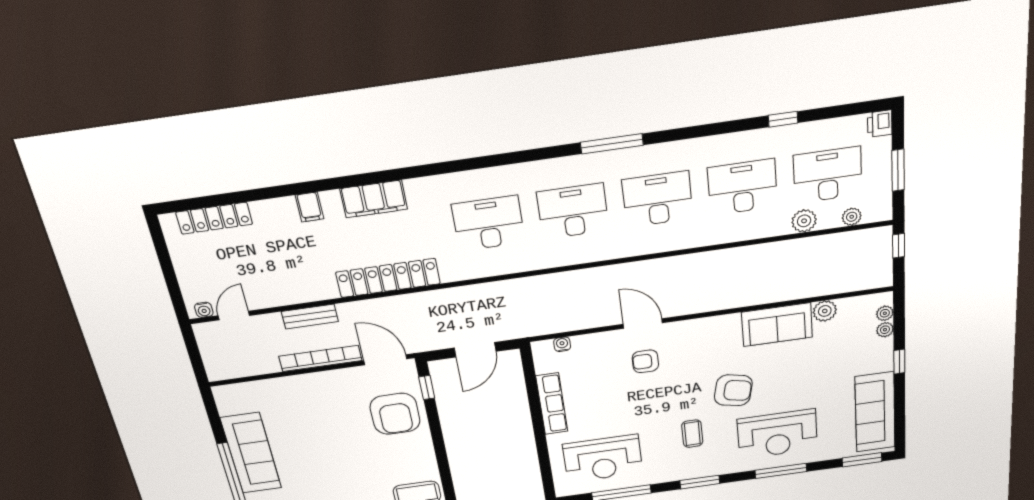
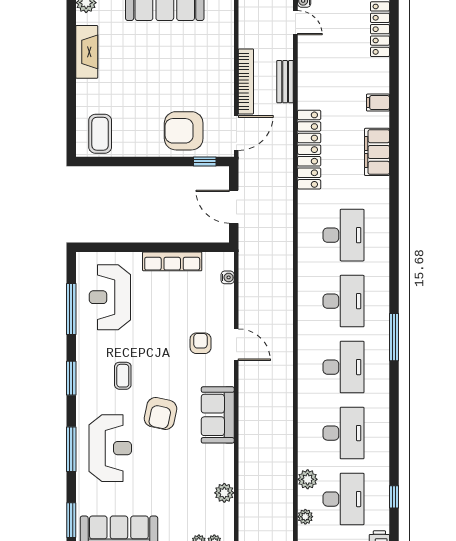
window: (783, 119) -> (394, 497), moved
door: (643, 324) -> (236, 345), hinge flipped
sofa: (777, 325) -> (218, 415), moved
coffee table: (692, 434) -> (123, 376), turned 90
reception desk: (777, 434) -> (110, 448), turned 180

